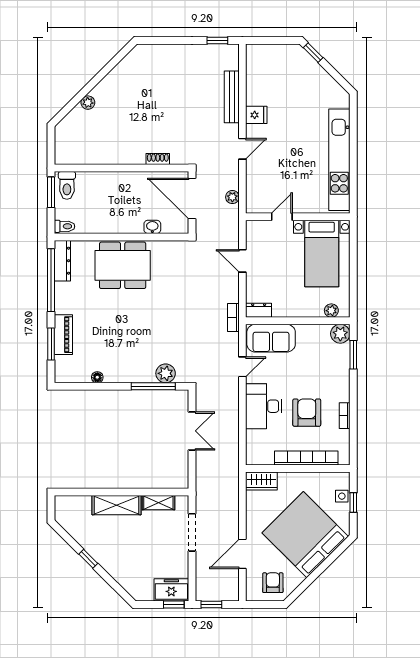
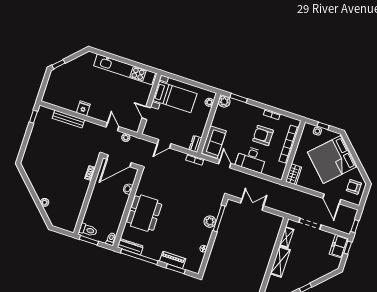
door: (242, 149) -> (113, 127), moved
plant: (166, 373) -> (210, 222), moved

